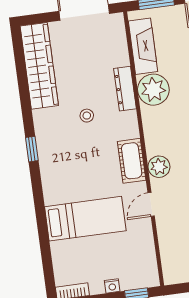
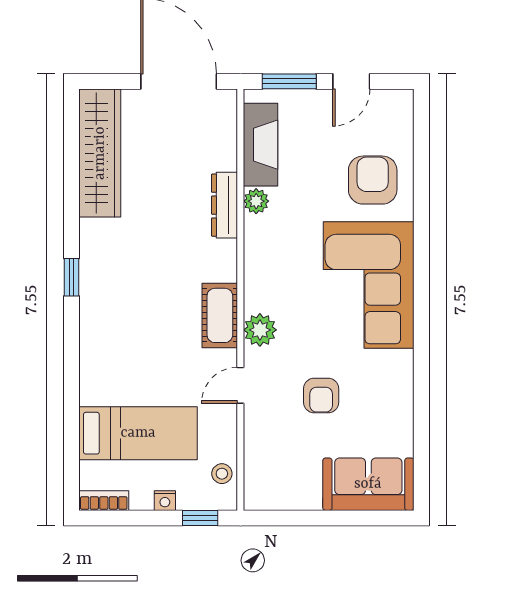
plant: (153, 90) -> (256, 201), width x0.53, depth x0.53
stool: (87, 116) -> (222, 474), moved
bed: (85, 219) -> (138, 433), moved

